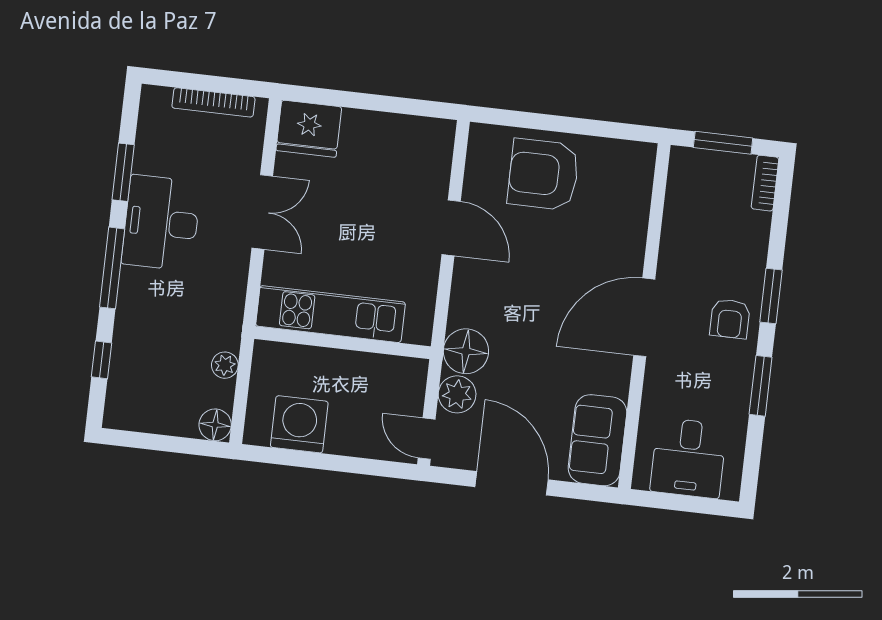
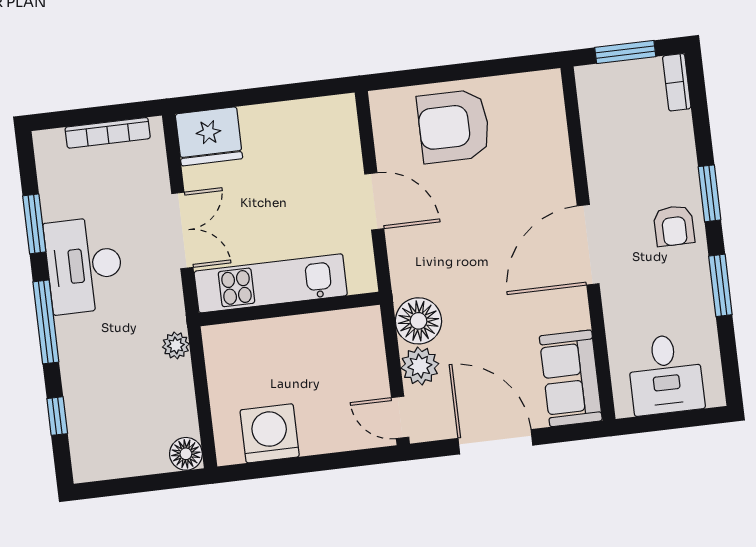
kitchen unit: (330, 314) -> (271, 283), moved
wall: (342, 343) -> (289, 309), moved
plant: (225, 365) -> (176, 345), moved

